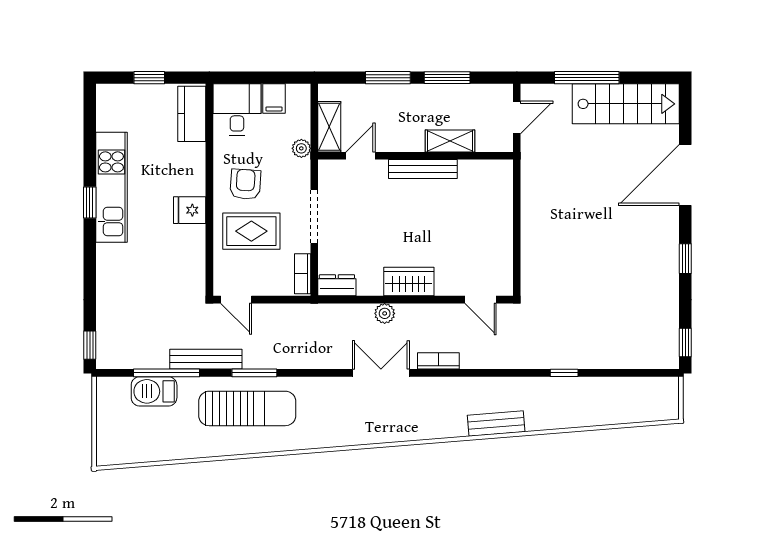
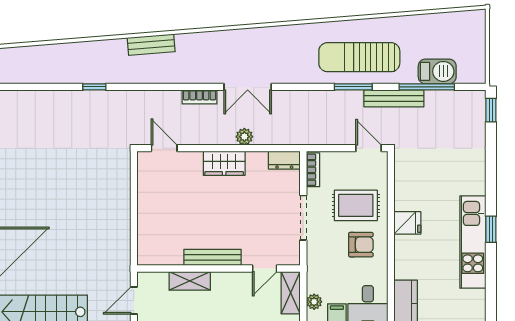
plant: (301, 148) -> (314, 302), moved
armchair: (245, 184) -> (361, 245), turned -94

